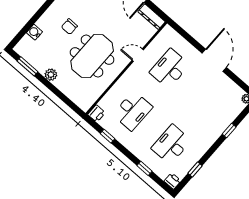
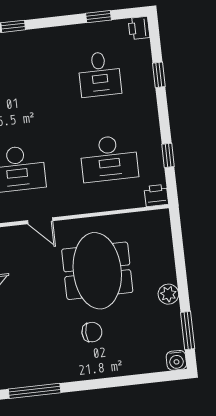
water cooler: (34, 32) -> (176, 360), moved
meeting table: (92, 56) -> (97, 271), turned 90
desk: (133, 111) -> (109, 158), turned 180
desk: (171, 144) -> (100, 74), width x0.73

